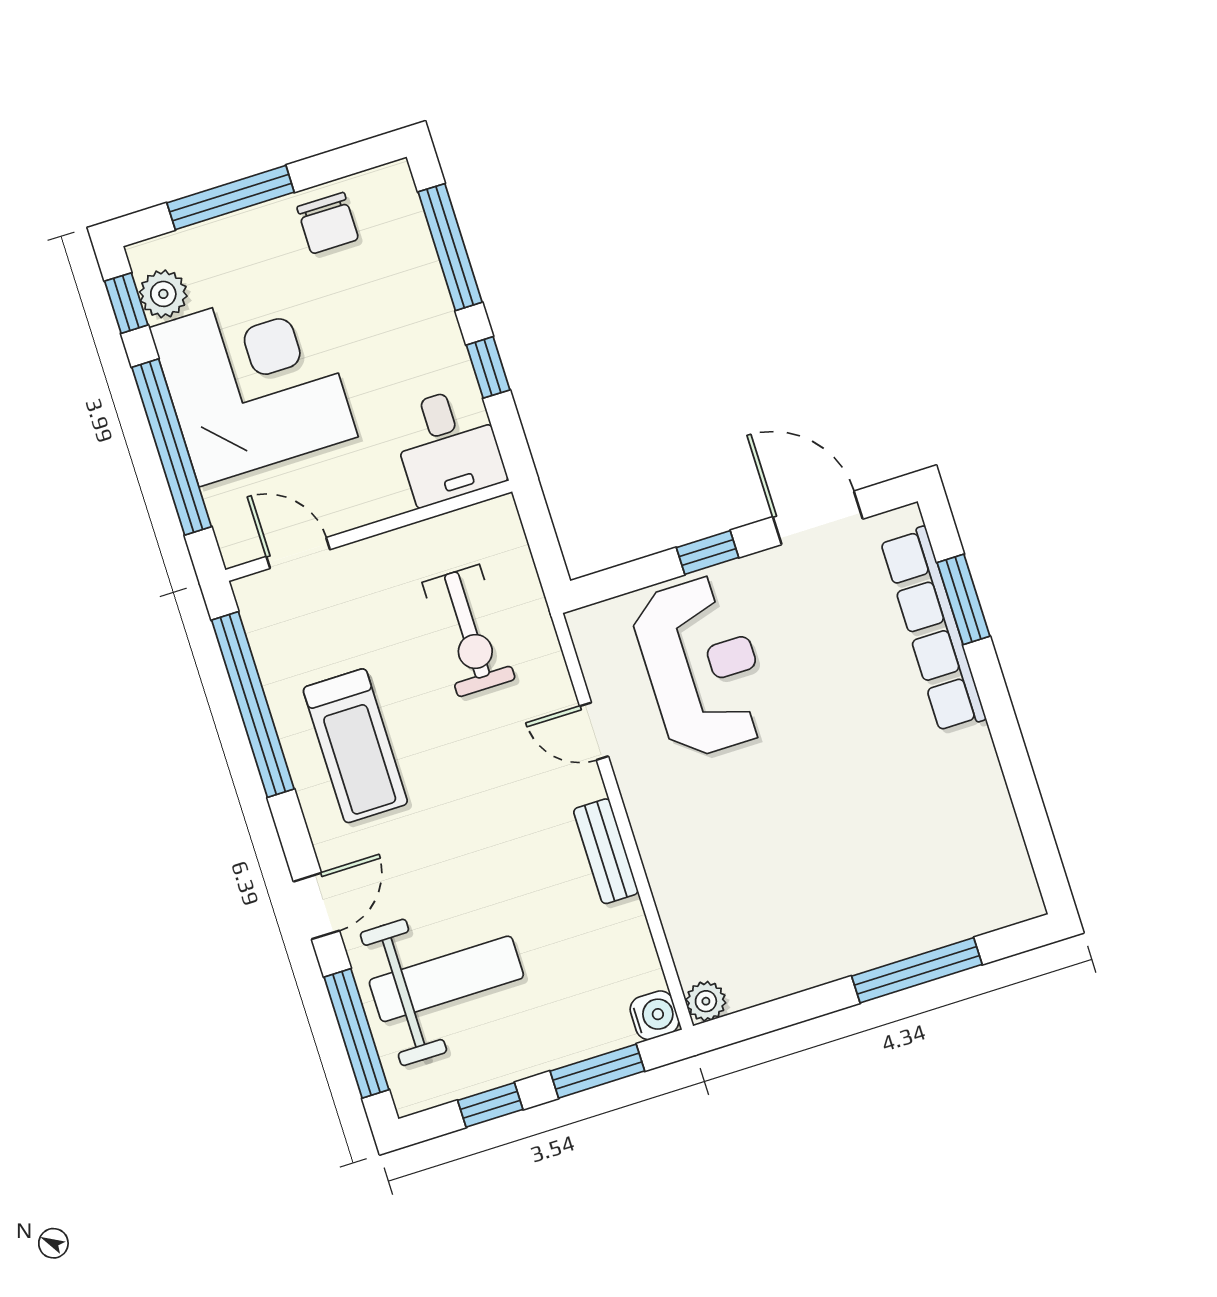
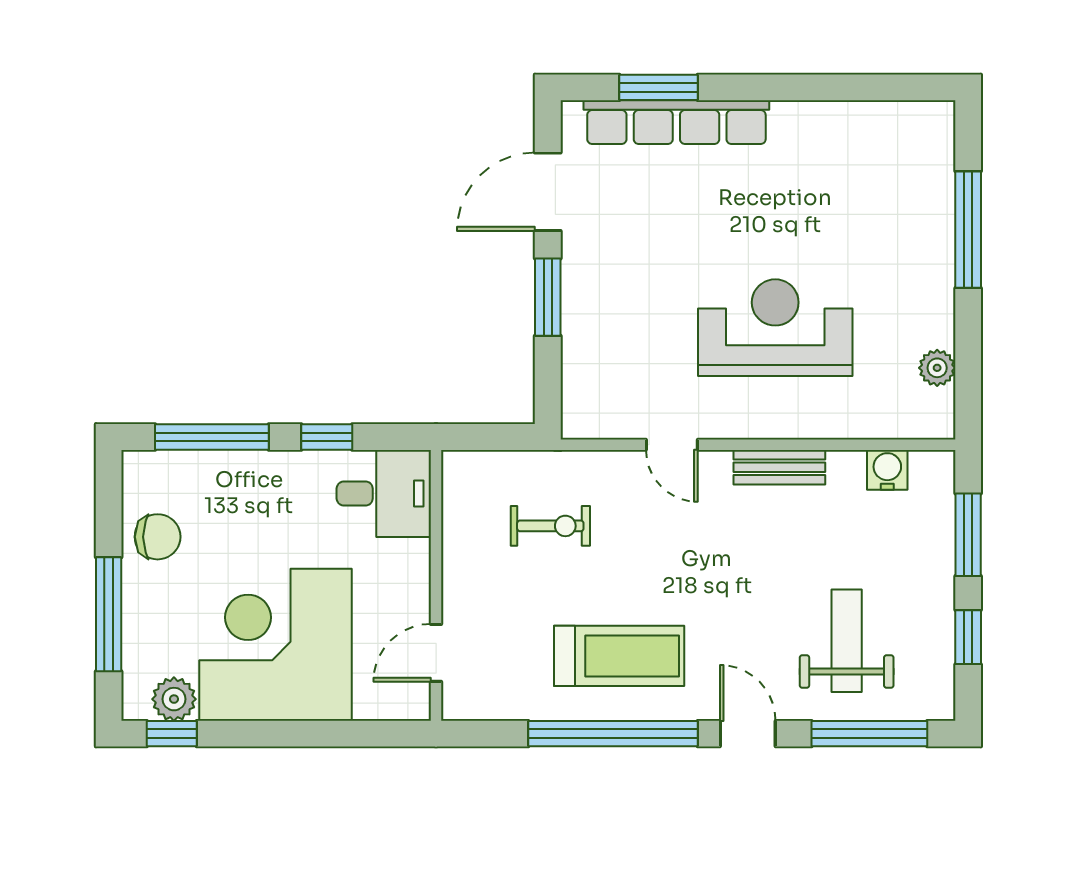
window: (172, 447) -> (309, 734), removed
window: (708, 553) -> (548, 297), width x1.50
exercise bike: (469, 631) -> (550, 526), width x0.73, depth x0.72
reception desk: (702, 666) -> (775, 328), moved
window: (253, 705) -> (613, 734), moved
door: (594, 731) -> (672, 445), hinge flipped
weight bench: (446, 979) -> (847, 641), width x0.73, depth x0.75
plant: (706, 1001) -> (937, 368), moved
water cooler: (654, 1015) -> (887, 470), moved

